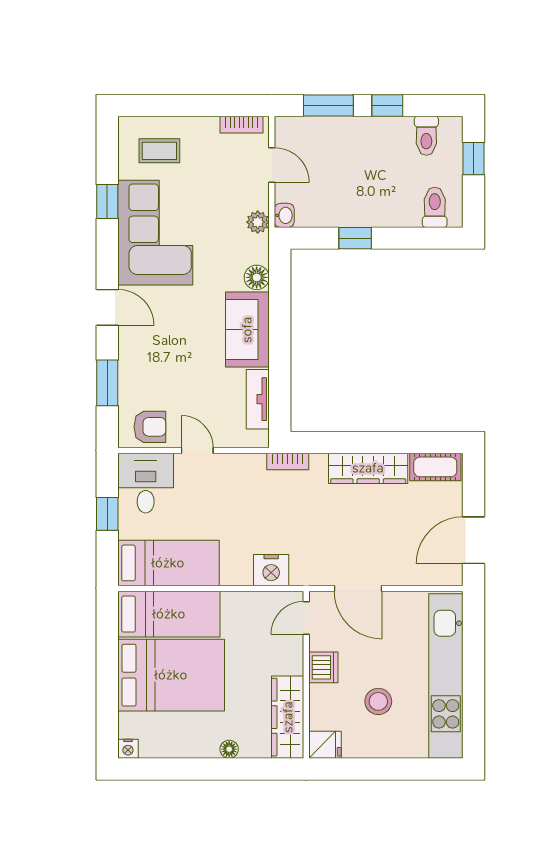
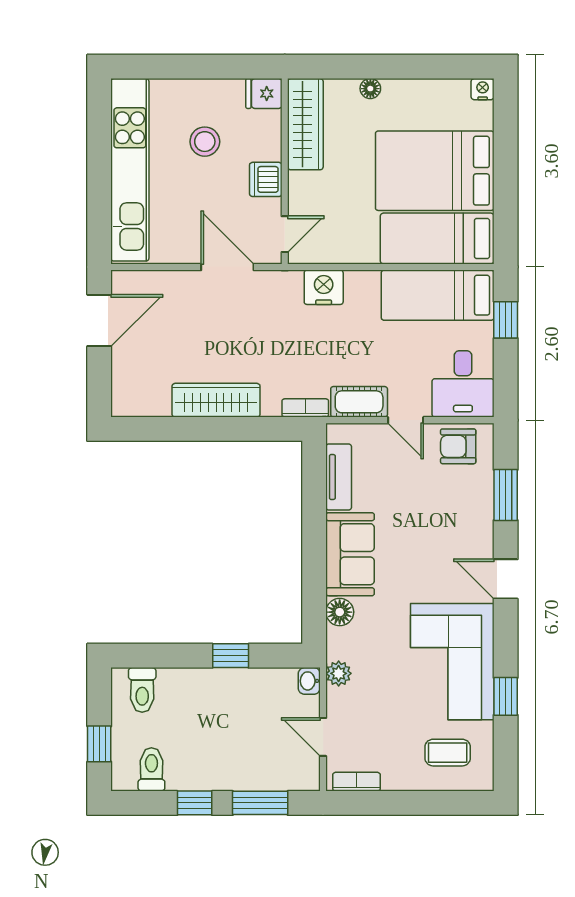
cot: (435, 467) -> (359, 402), moved
window: (107, 514) -> (506, 320), moved

